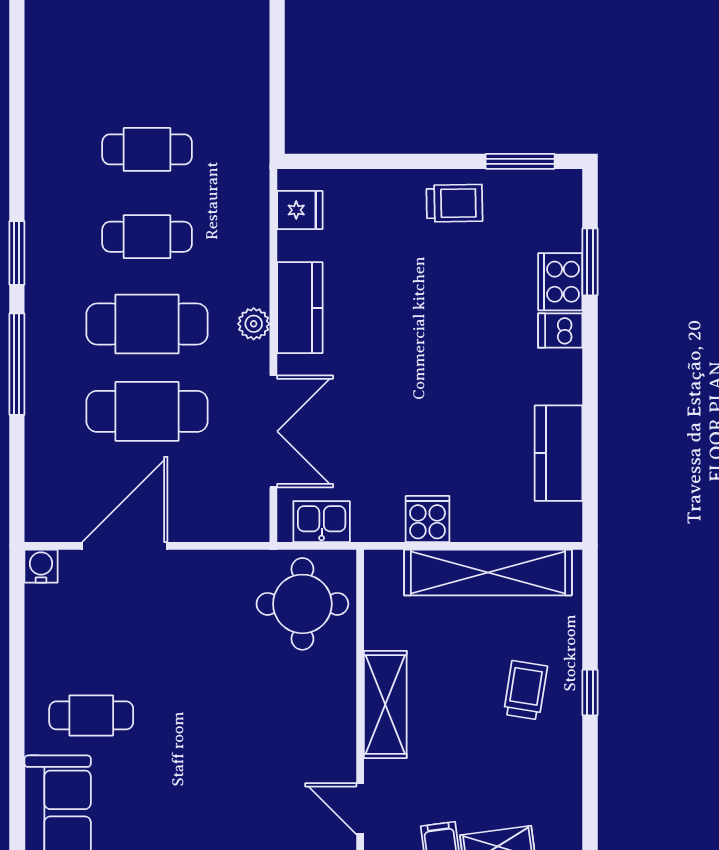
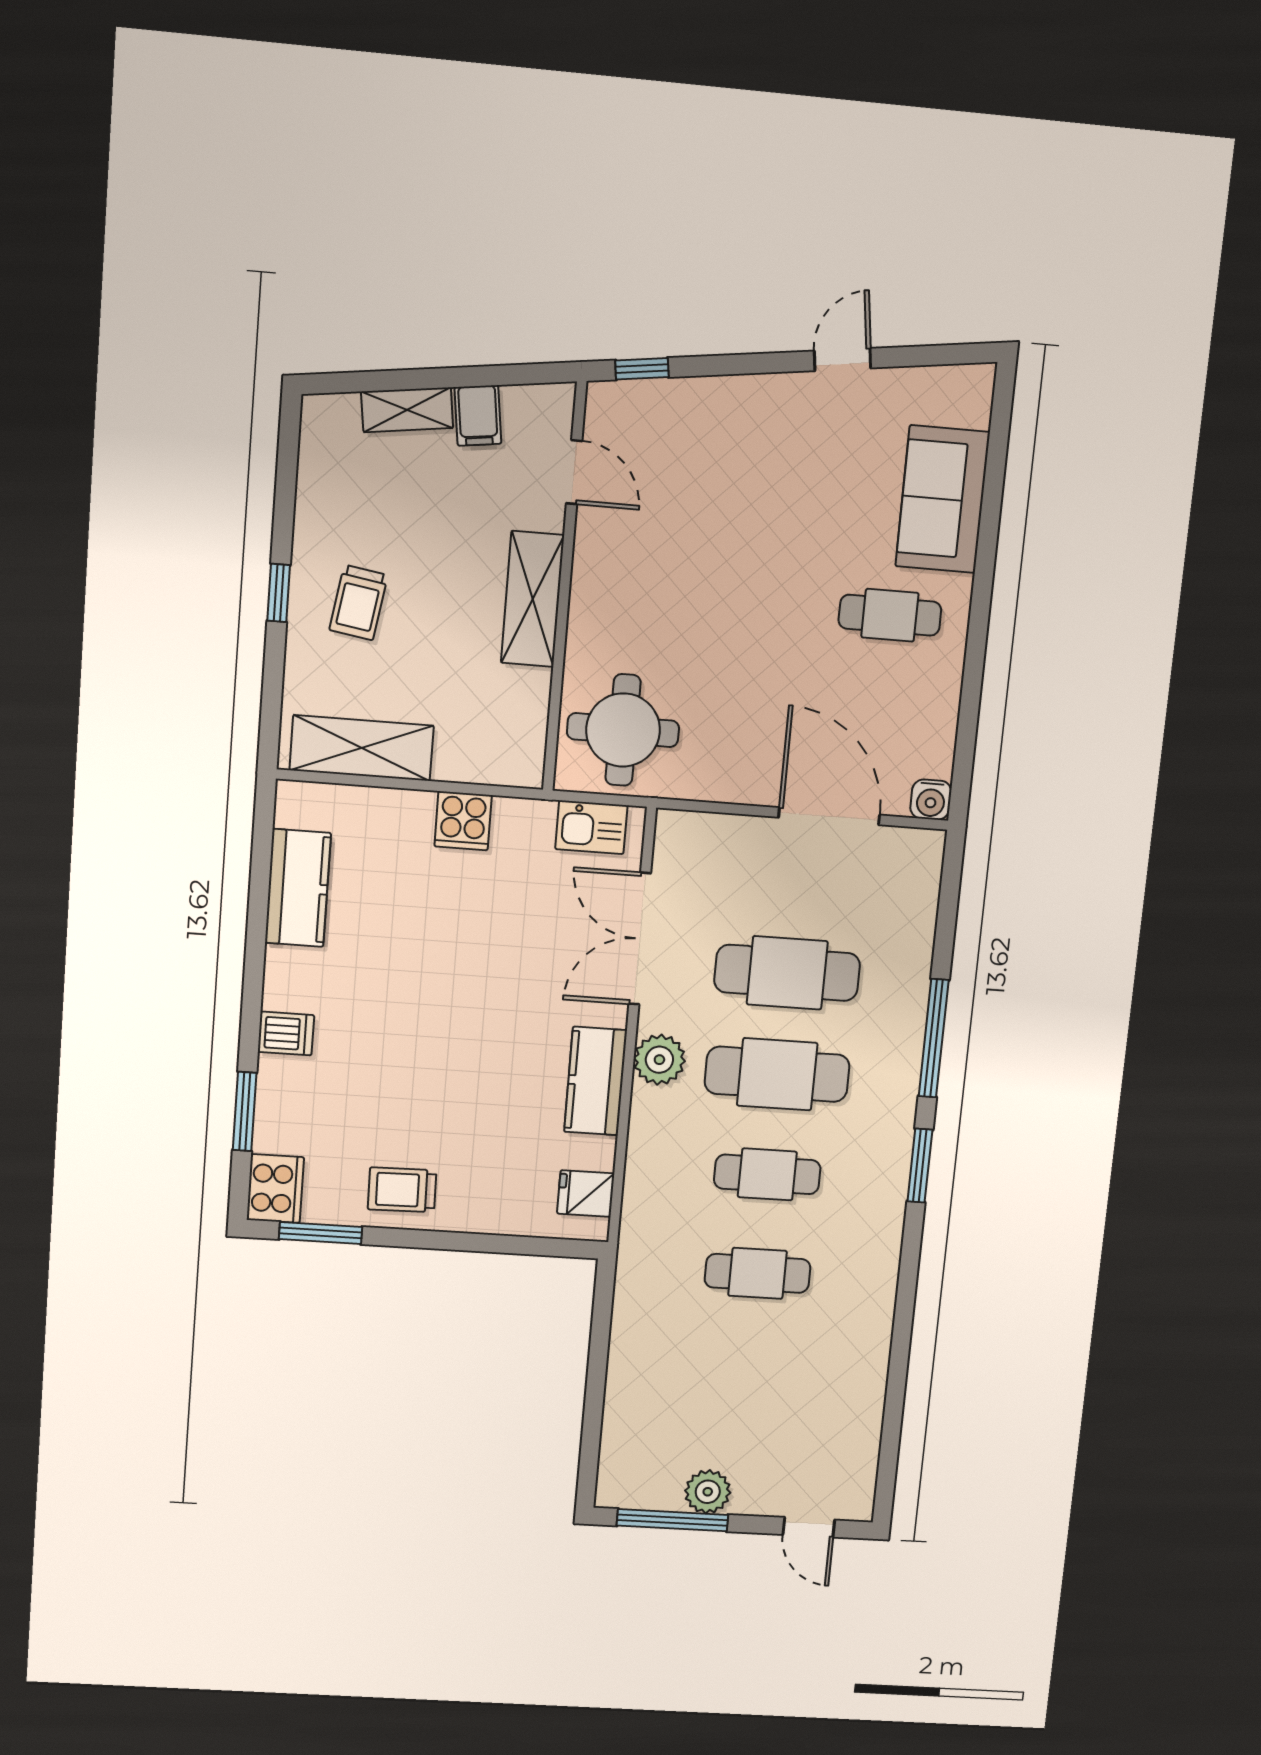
cooker: (560, 282) -> (275, 1188), moved
plant: (254, 324) -> (659, 1060), width x1.38, depth x1.38
door: (125, 546) -> (829, 816), swing flipped
shelving: (488, 573) -> (362, 748), width x0.68

